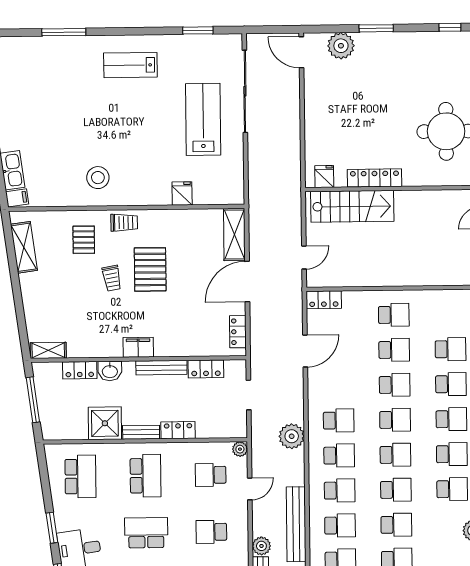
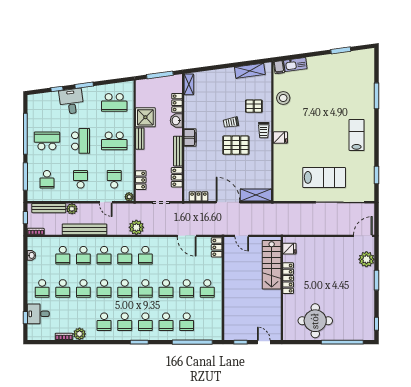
stool: (98, 178) -> (283, 98), moved
fridge: (182, 194) -> (280, 137), moved
locker: (178, 430) -> (141, 180), moved

